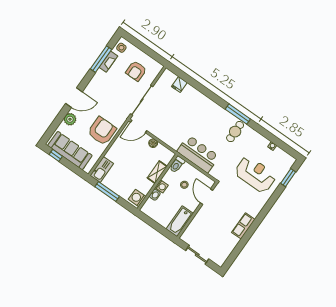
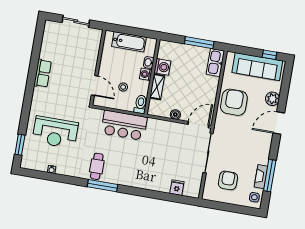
armchair: (102, 131) -> (234, 102), turned 180
washing machine: (137, 198) -> (162, 67), moved
bathtub: (180, 221) -> (129, 42), moved, turned 90

